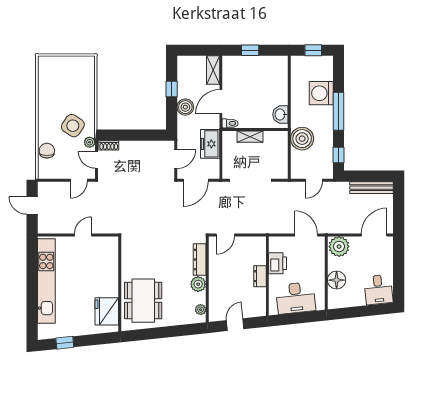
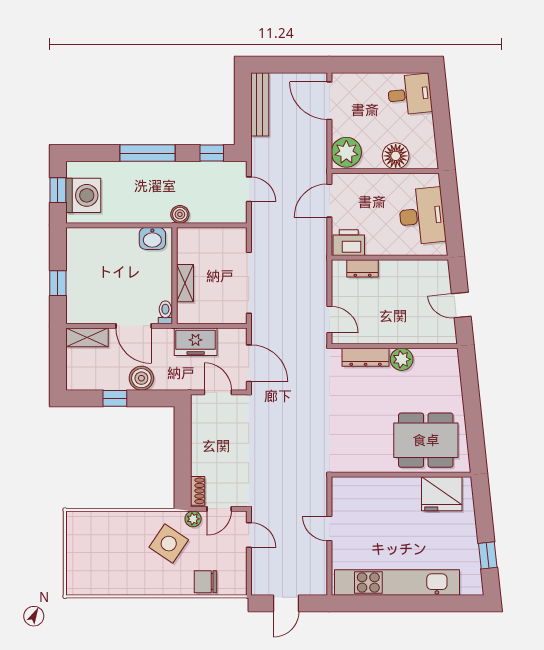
washing machine: (321, 93) -> (83, 195), moved, turned -90
boiler: (302, 139) -> (180, 214), width x0.54, depth x0.54
printer: (278, 263) -> (349, 243), moved
dresser: (260, 276) -> (362, 268), moved
plant: (201, 310) -> (439, 356), removed

